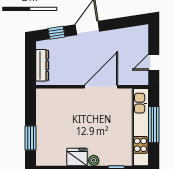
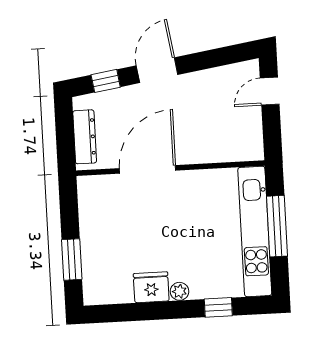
door: (154, 62) -> (270, 91), moved
door: (101, 87) -> (148, 169), moved

